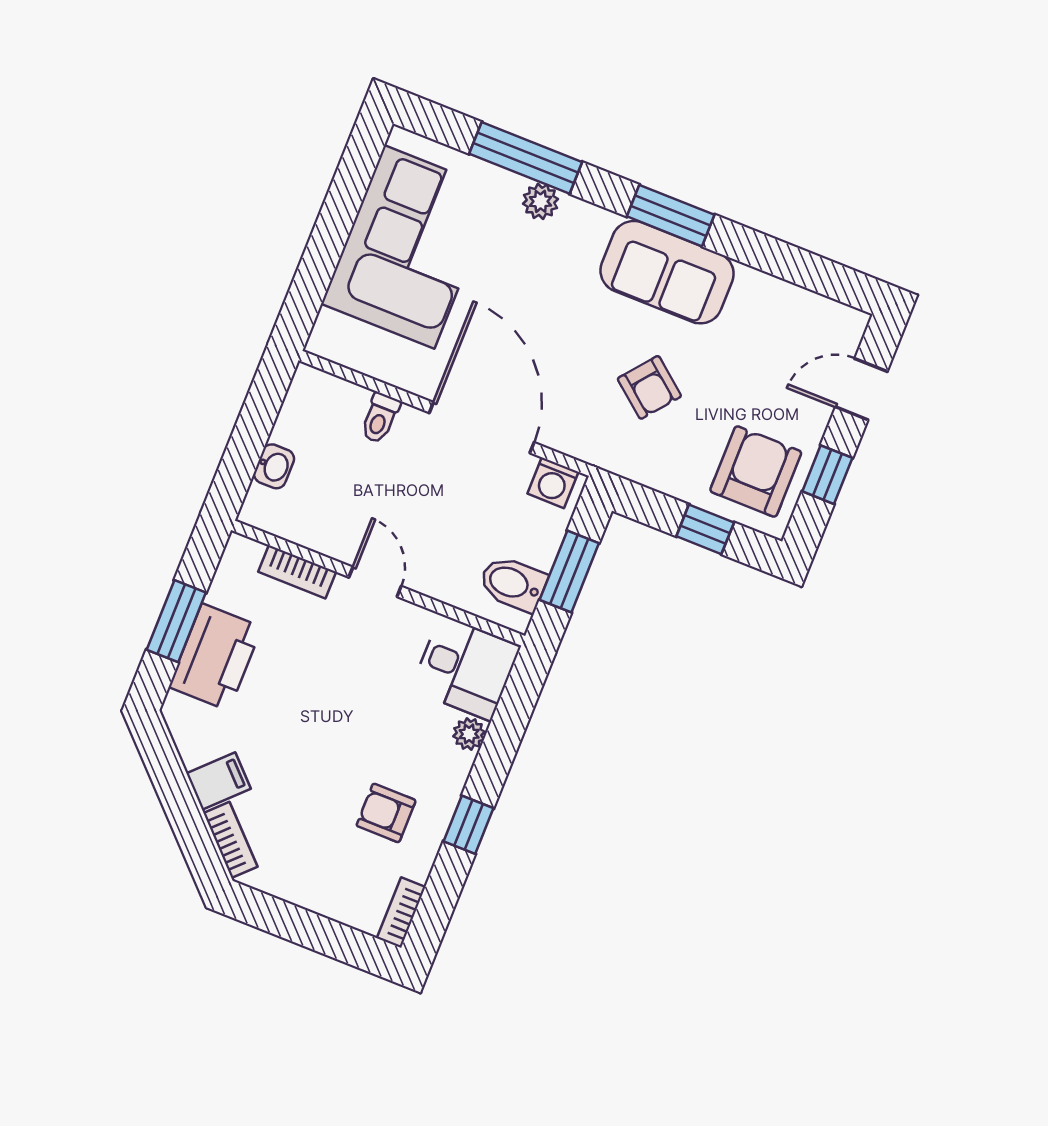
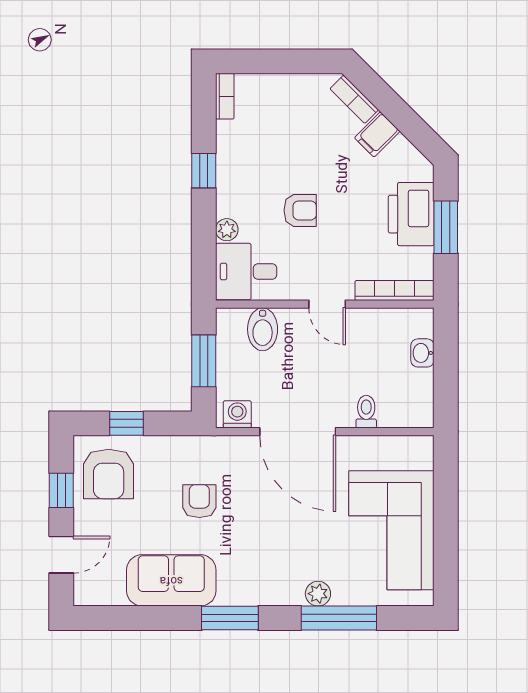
sofa: (667, 272) -> (171, 580), moved
armchair: (649, 387) -> (199, 501), turned 51
bookcase: (297, 572) -> (394, 290), width x1.56
bidet: (513, 584) -> (263, 329), moved, turned 90
armchair: (386, 813) -> (300, 210), moved

